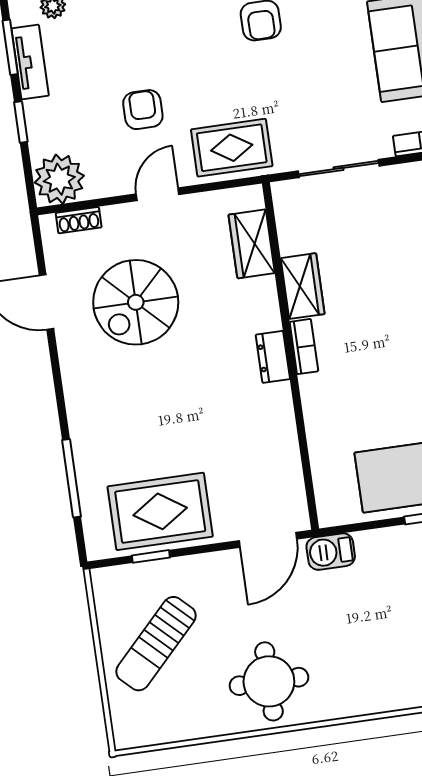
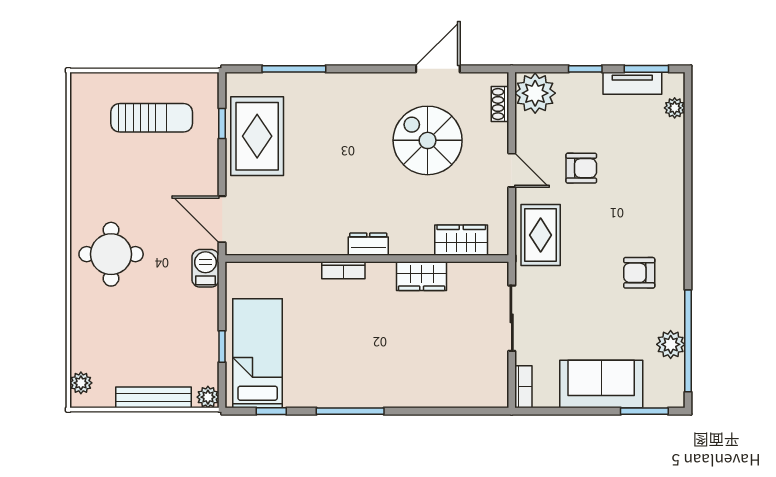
bookcase: (304, 347) -> (343, 270), moved
sun lounger: (156, 644) -> (152, 118), turned 136
round table: (269, 681) -> (111, 254), moved

